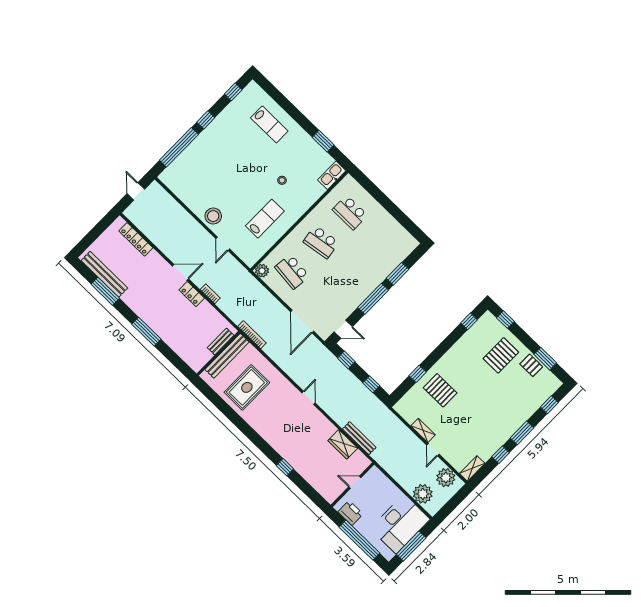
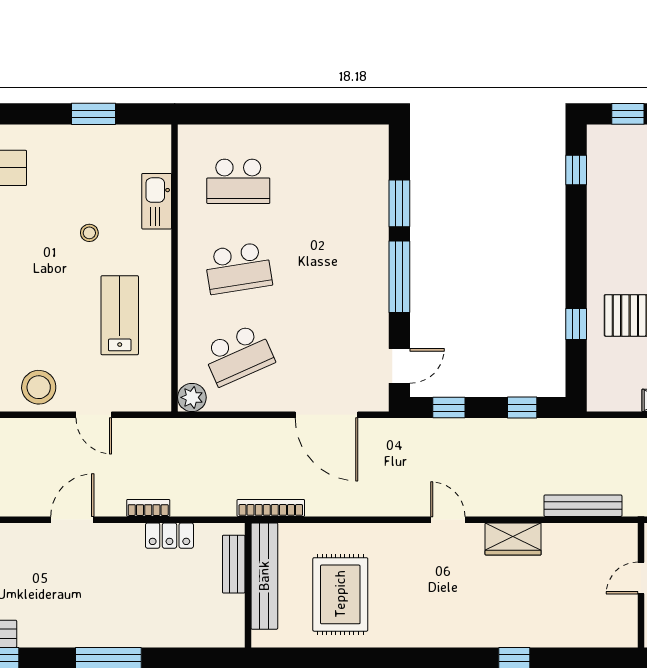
kitchen sink: (332, 175) -> (157, 201), moved
school desk: (292, 272) -> (238, 355), turned -30
locker: (192, 294) -> (169, 536), moved
wardrobe: (343, 444) -> (513, 539), moved

